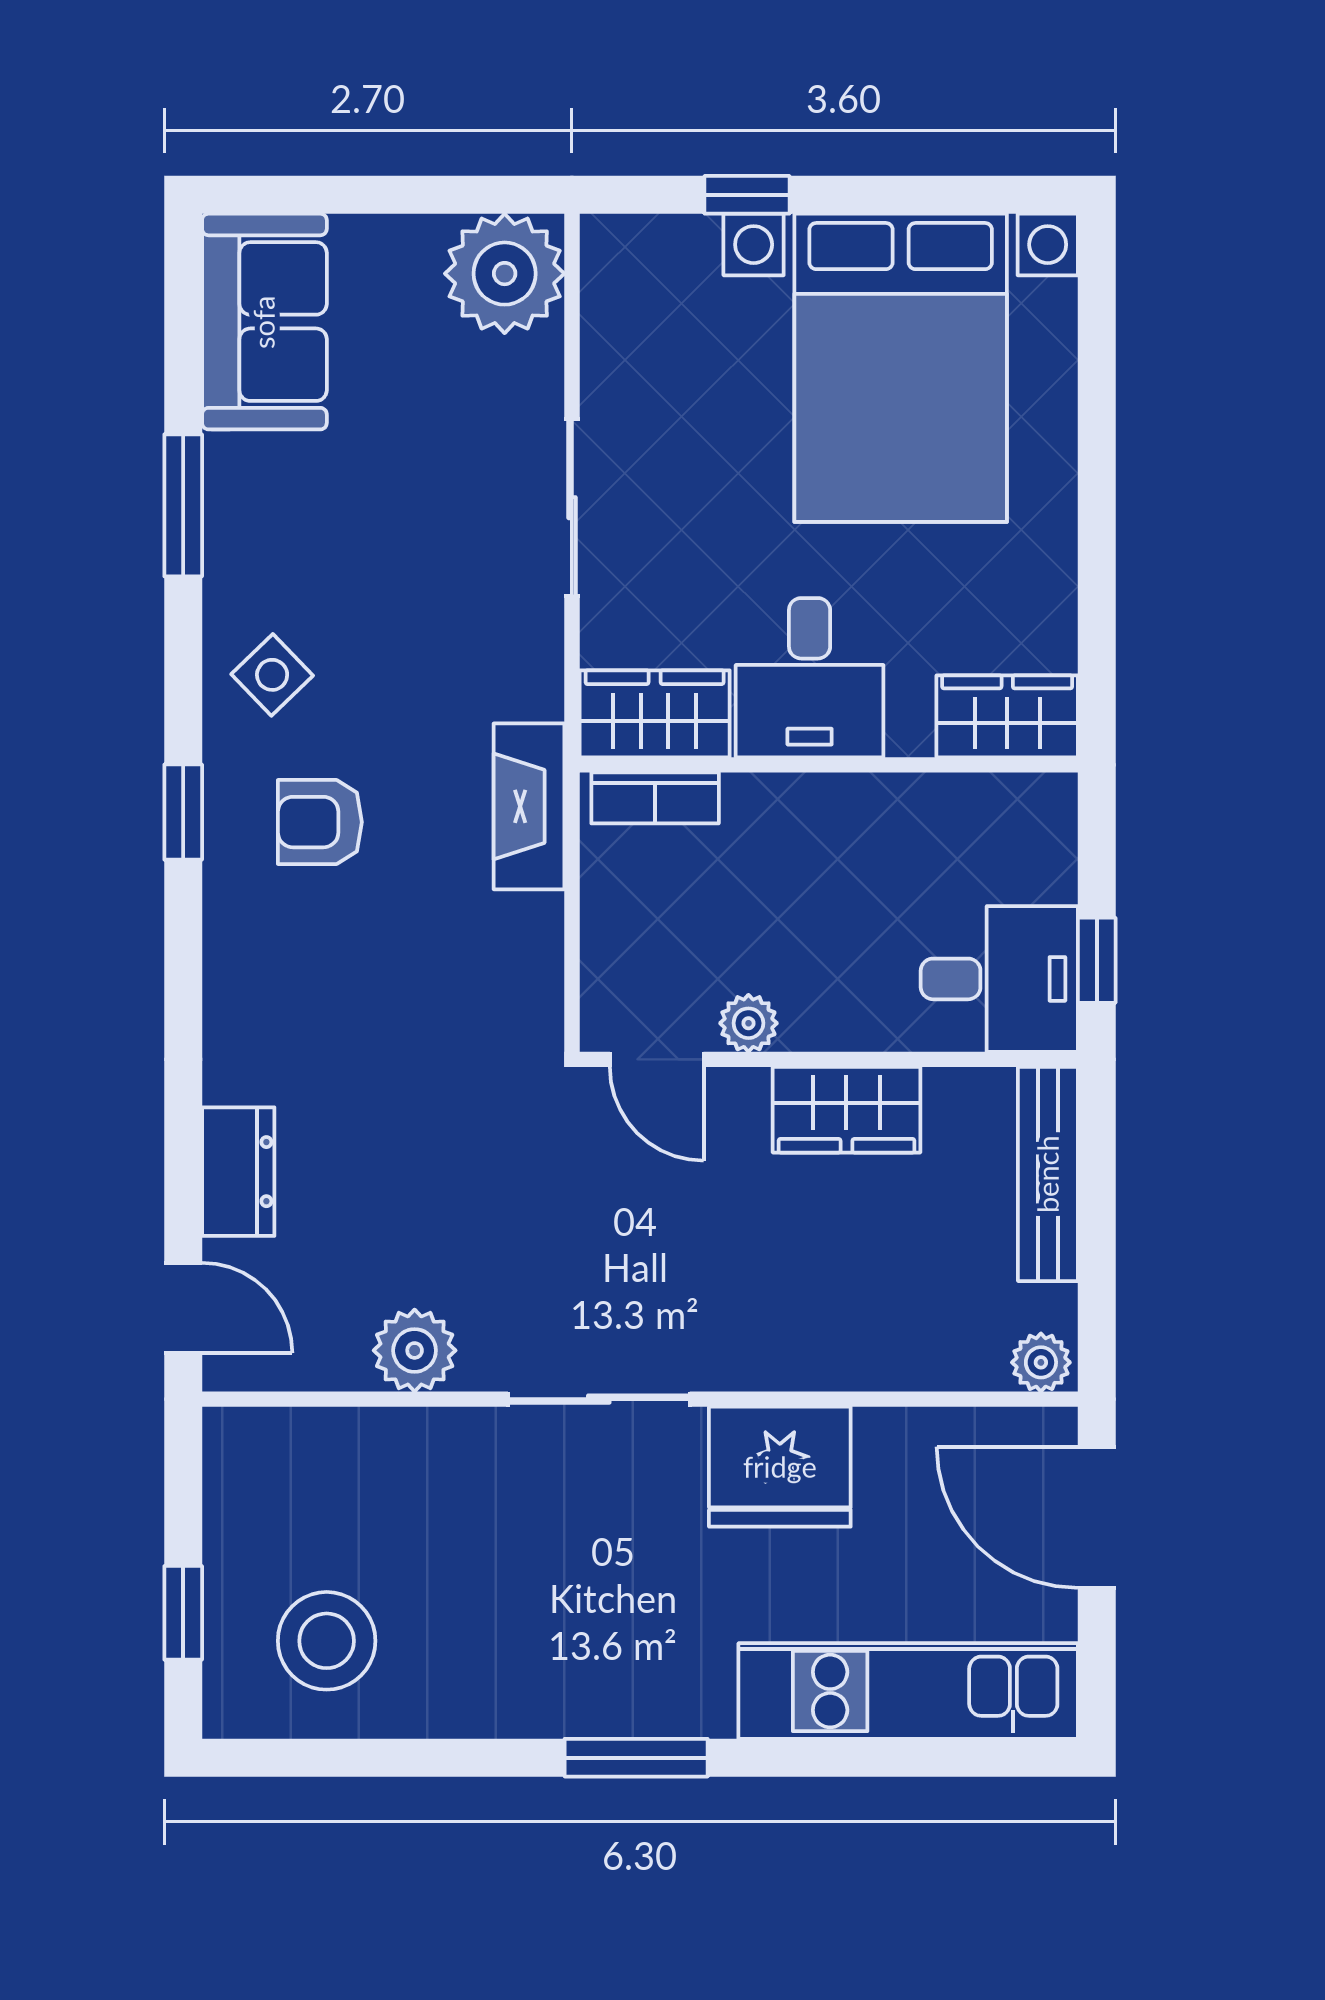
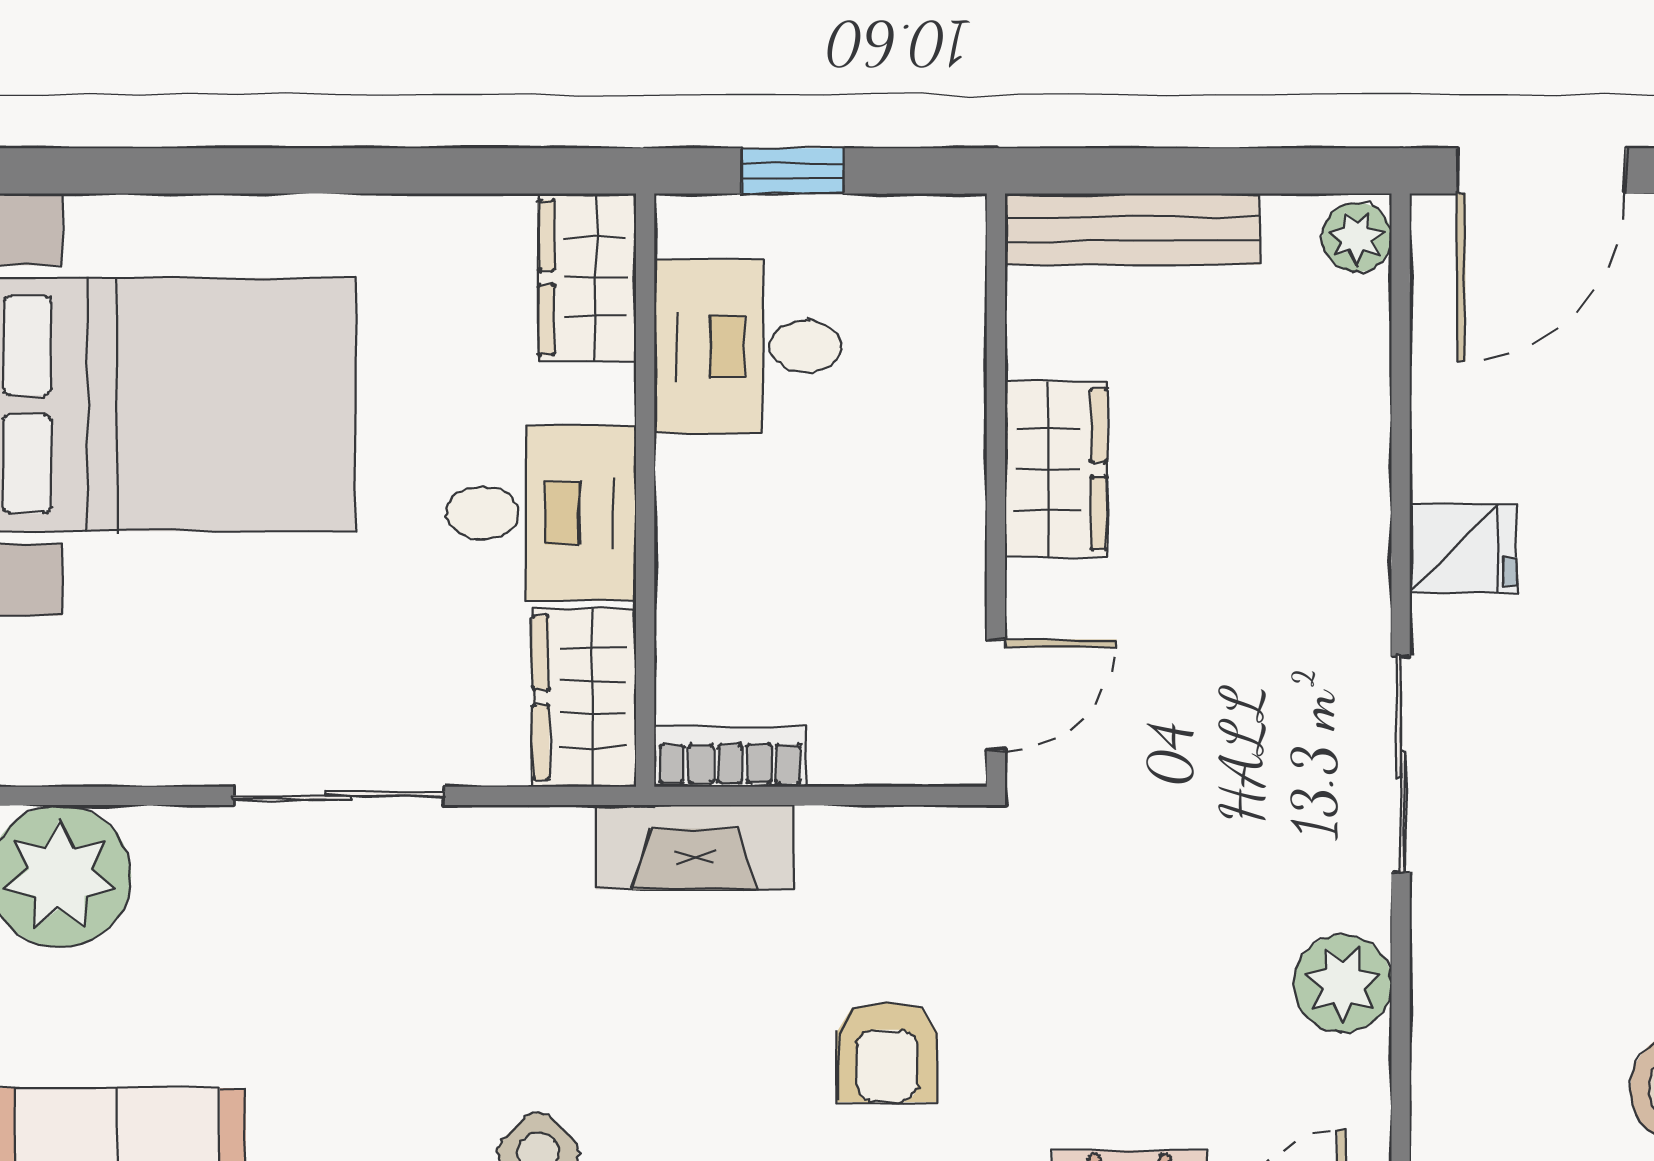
bookcase: (655, 798) -> (730, 757), moved, turned -90
armchair: (320, 822) -> (887, 1052), moved
window: (1097, 960) -> (792, 171), moved
desk: (999, 979) -> (748, 346), moved, turned -90
plant: (748, 1023) -> (953, 586), removed
fridge: (780, 1467) -> (1463, 548), width x0.53, depth x0.75

